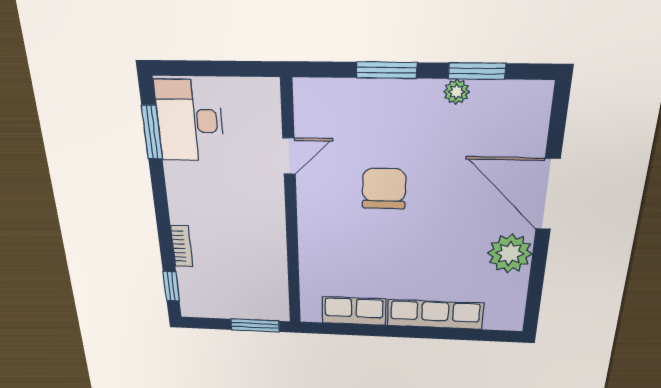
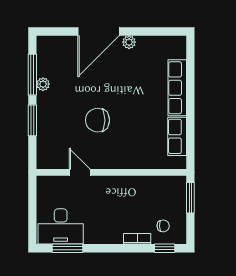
window: (477, 71) -> (32, 75), width x1.44
plant: (510, 253) -> (129, 42), width x0.53, depth x0.53
chair: (207, 285) -> (163, 226), added

